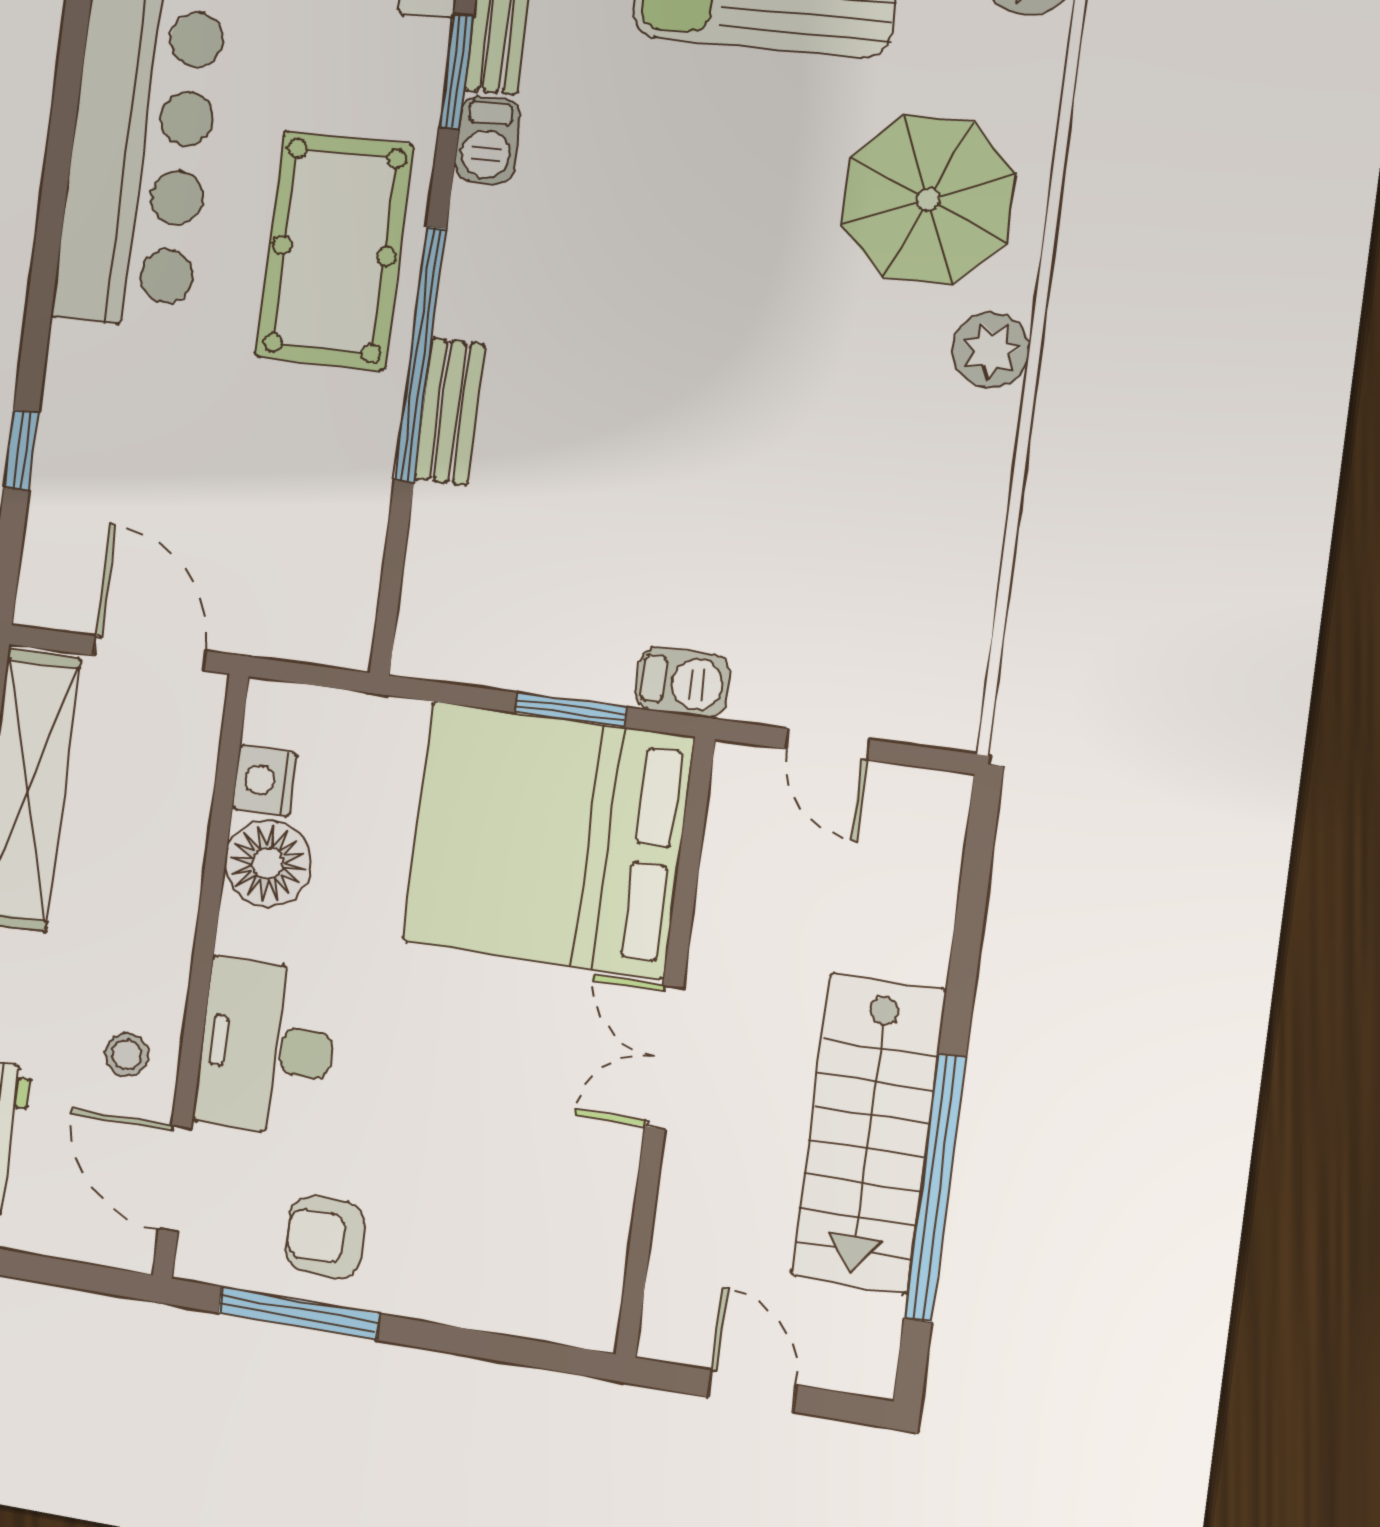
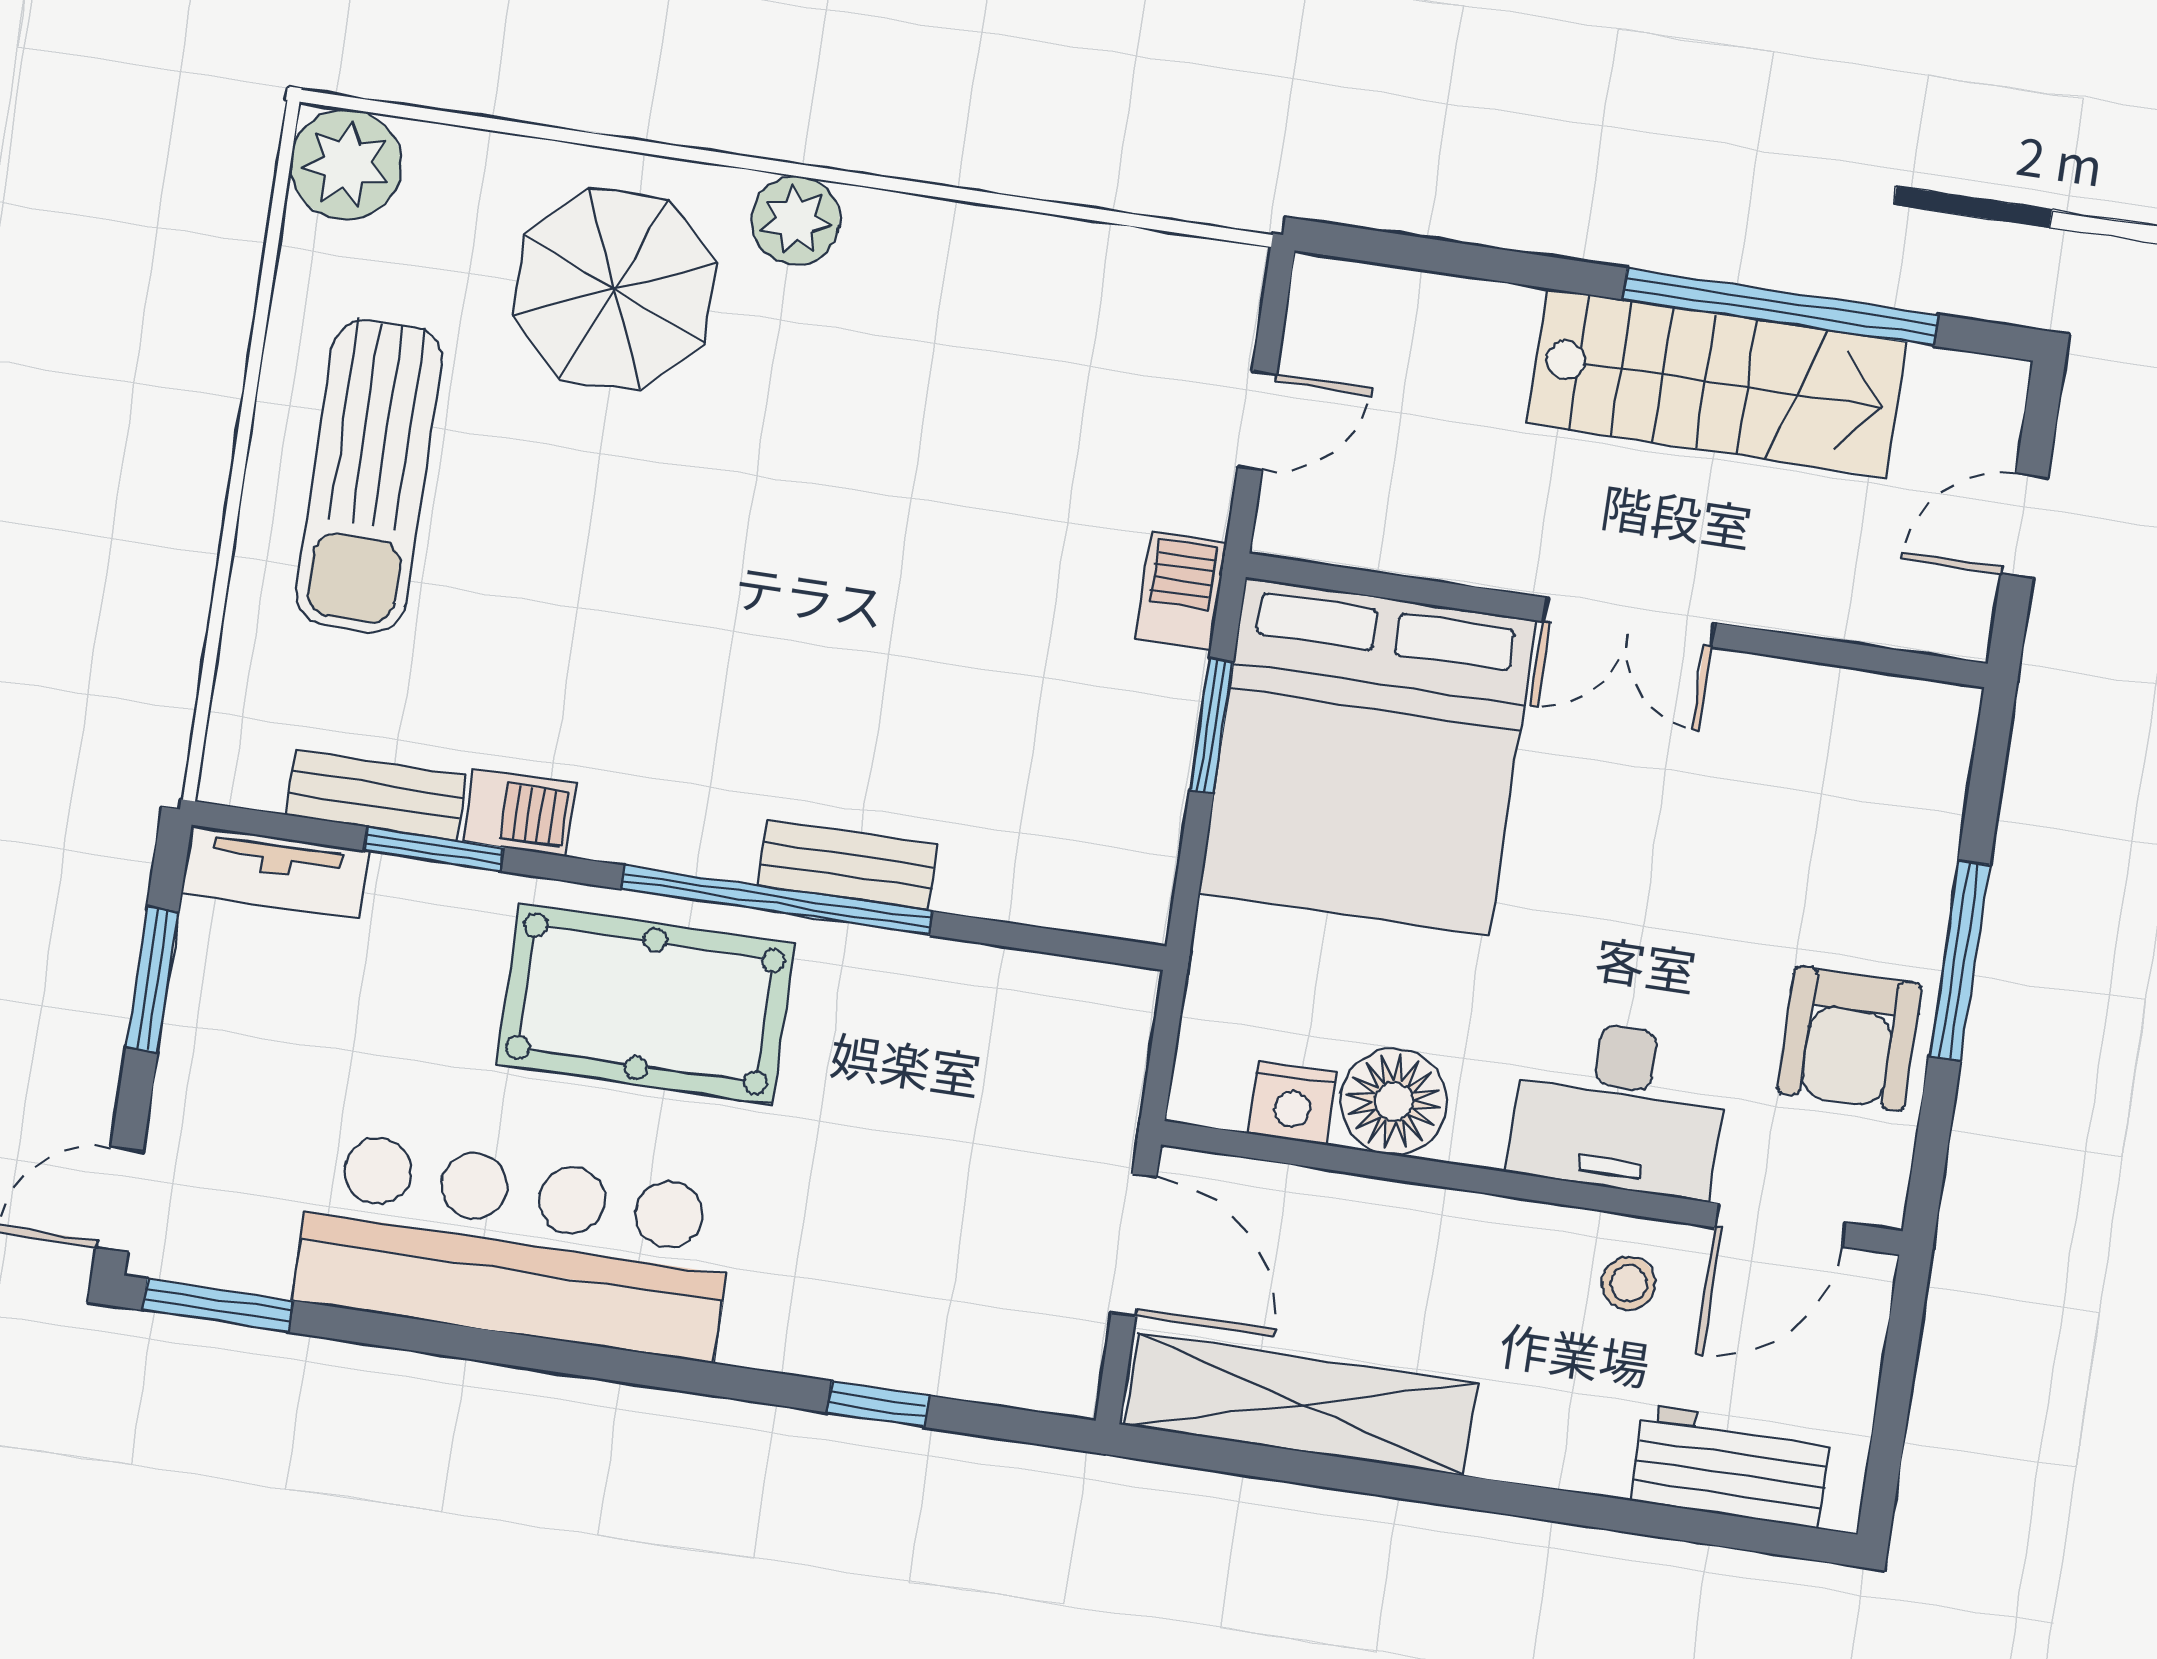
door: (150, 653) -> (1134, 1245), swing flipped
armchair: (325, 1237) -> (1849, 1038), width x1.38, depth x1.38
window: (299, 1313) -> (1959, 961), moved

